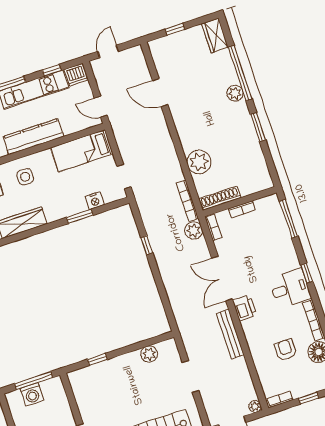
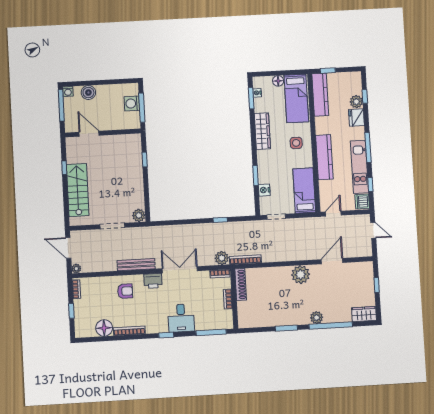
plant: (199, 162) -> (301, 275), moved
desk: (290, 288) -> (181, 318), moved
armchair: (286, 350) -> (125, 291), moved
plant: (149, 354) -> (139, 215), moved

